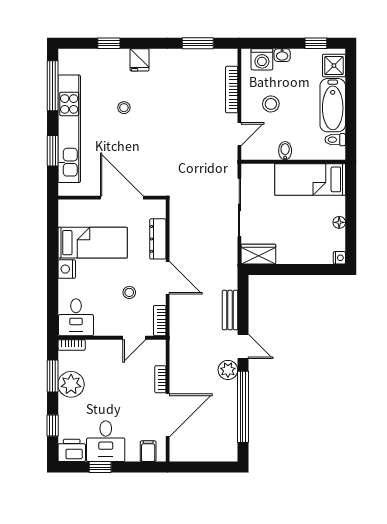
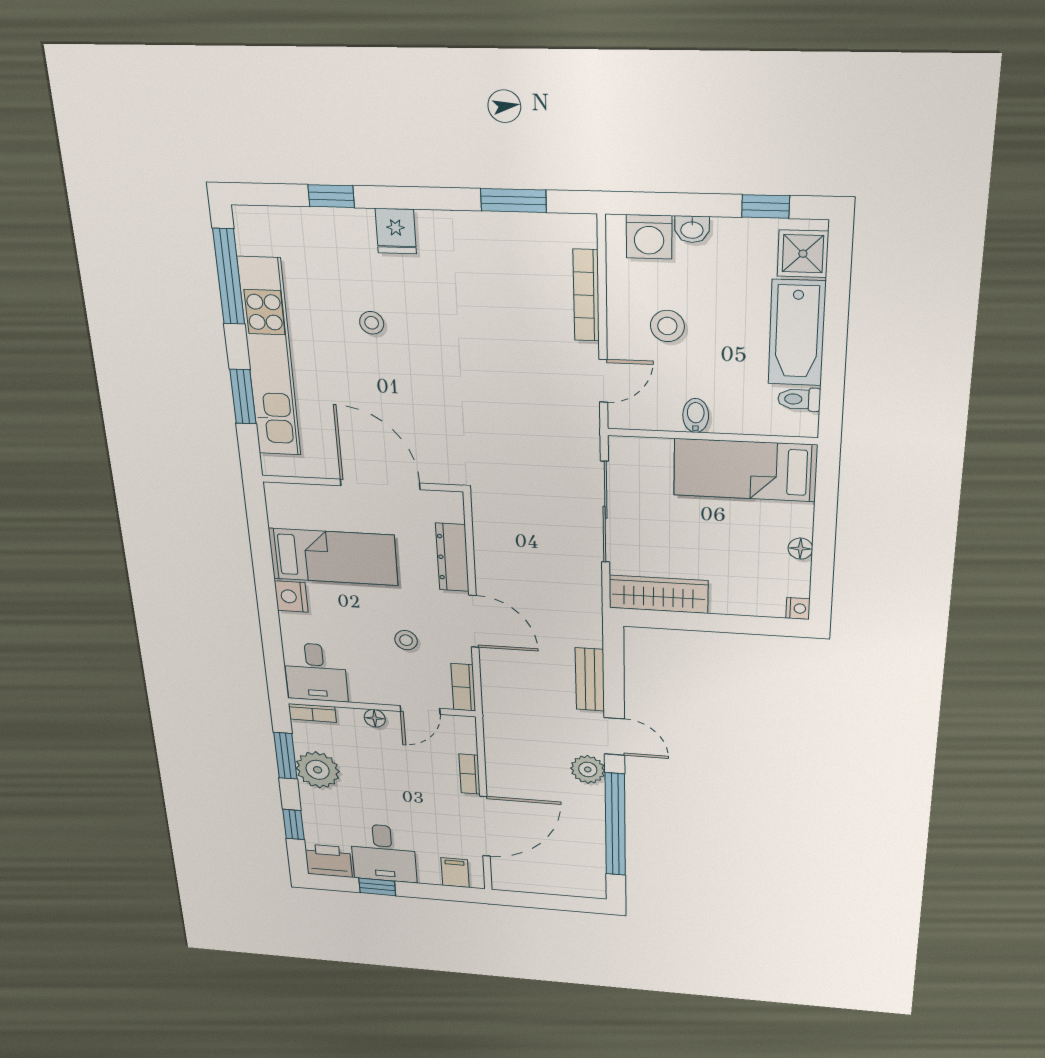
wardrobe: (258, 254) -> (658, 594), width x1.50
floor lamp: (108, 346) -> (375, 718), added

